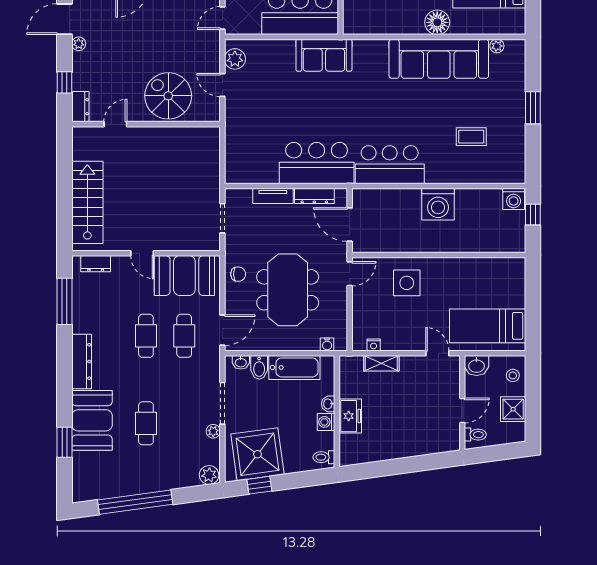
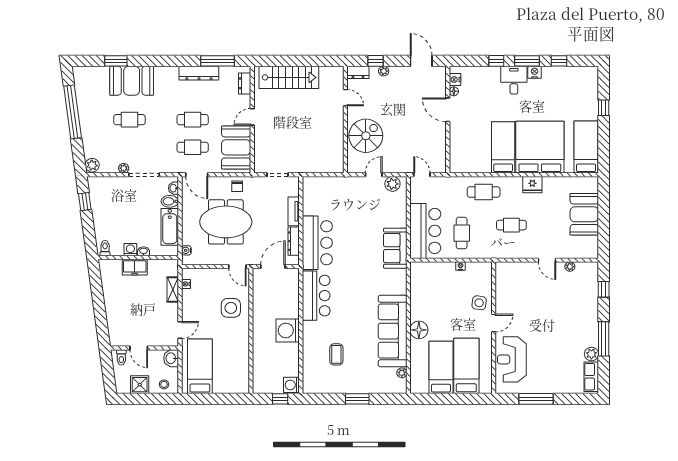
plant: (79, 44) -> (384, 71), moved
dresser: (82, 361) -> (199, 73), moved
shower: (257, 454) -> (107, 200), removed

